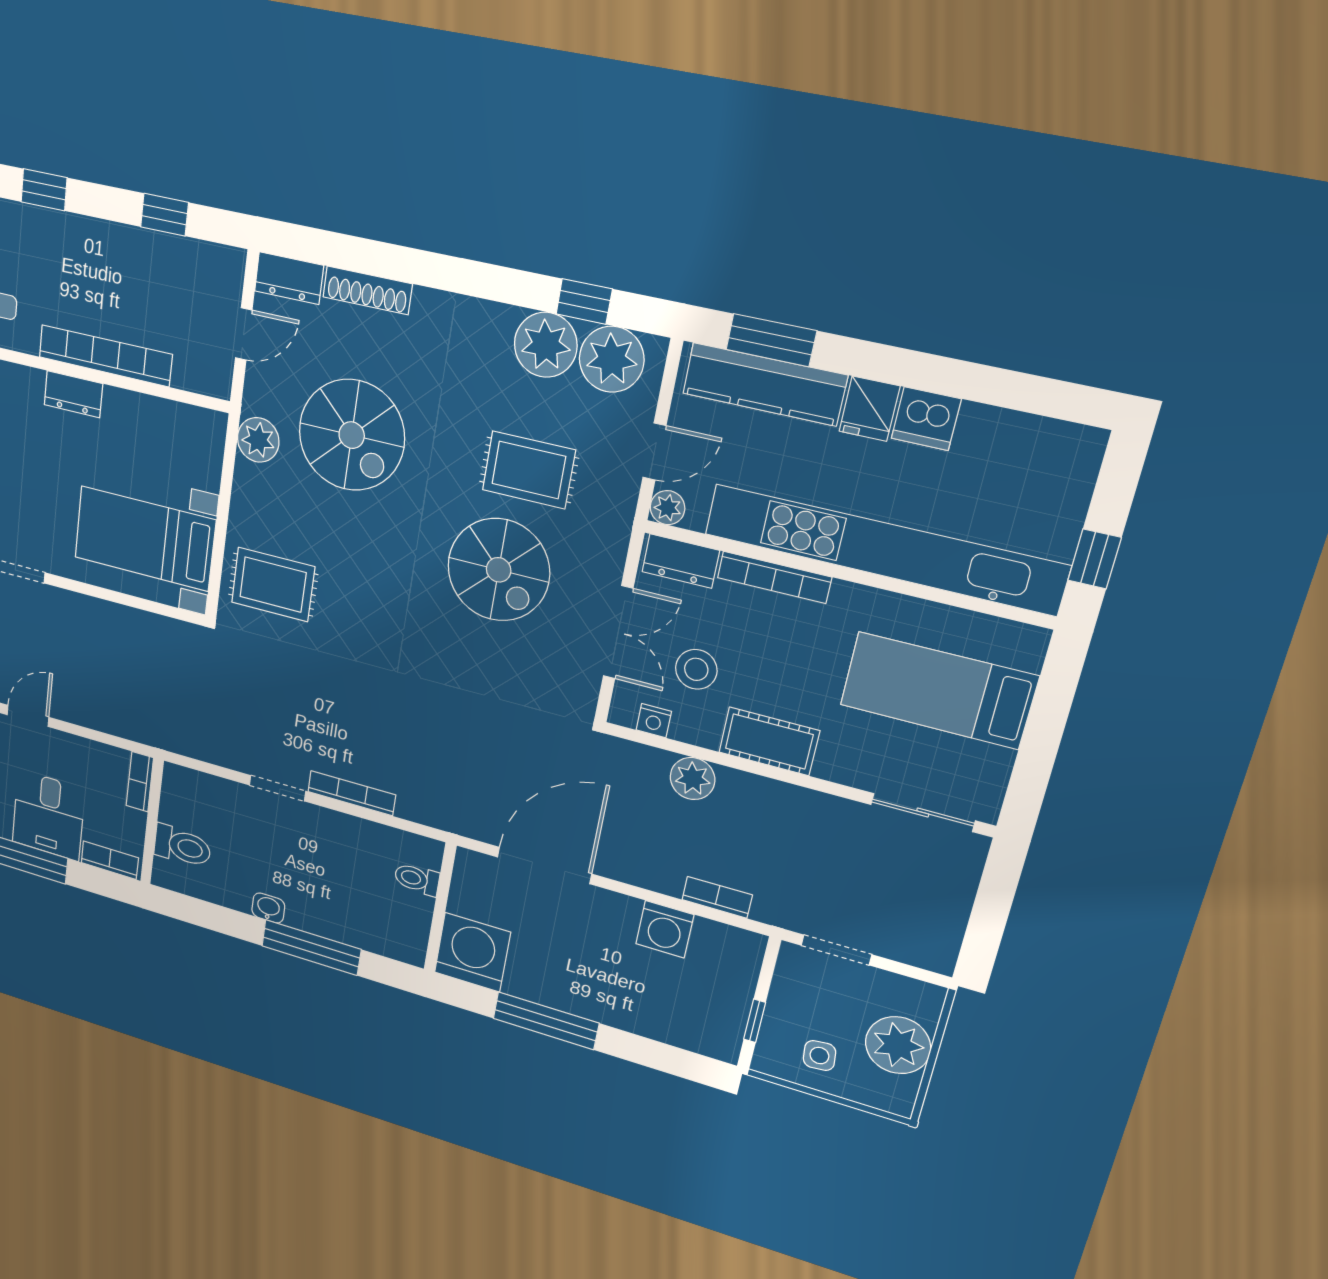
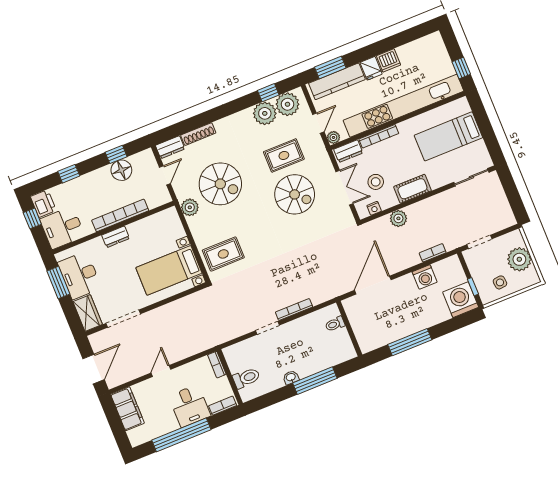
floor lamp: (158, 258) -> (121, 170), added
washing machine: (472, 952) -> (461, 300), moved

